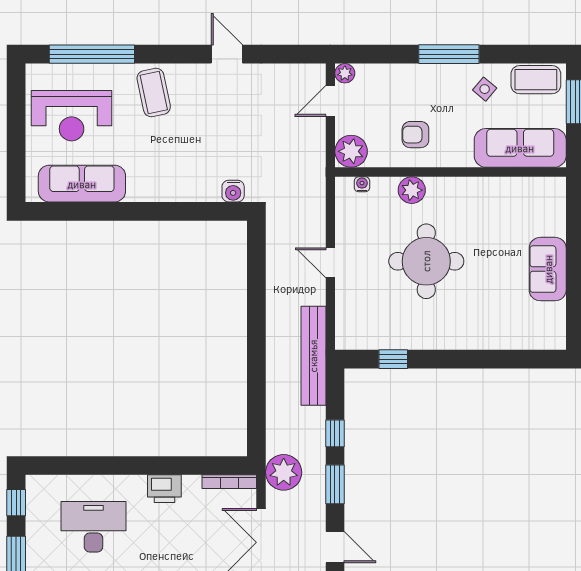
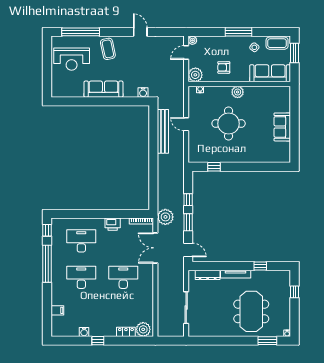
sofa: (82, 184) -> (103, 89), moved
plant: (412, 190) -> (238, 92), moved
bench: (313, 356) -> (163, 131), moved

